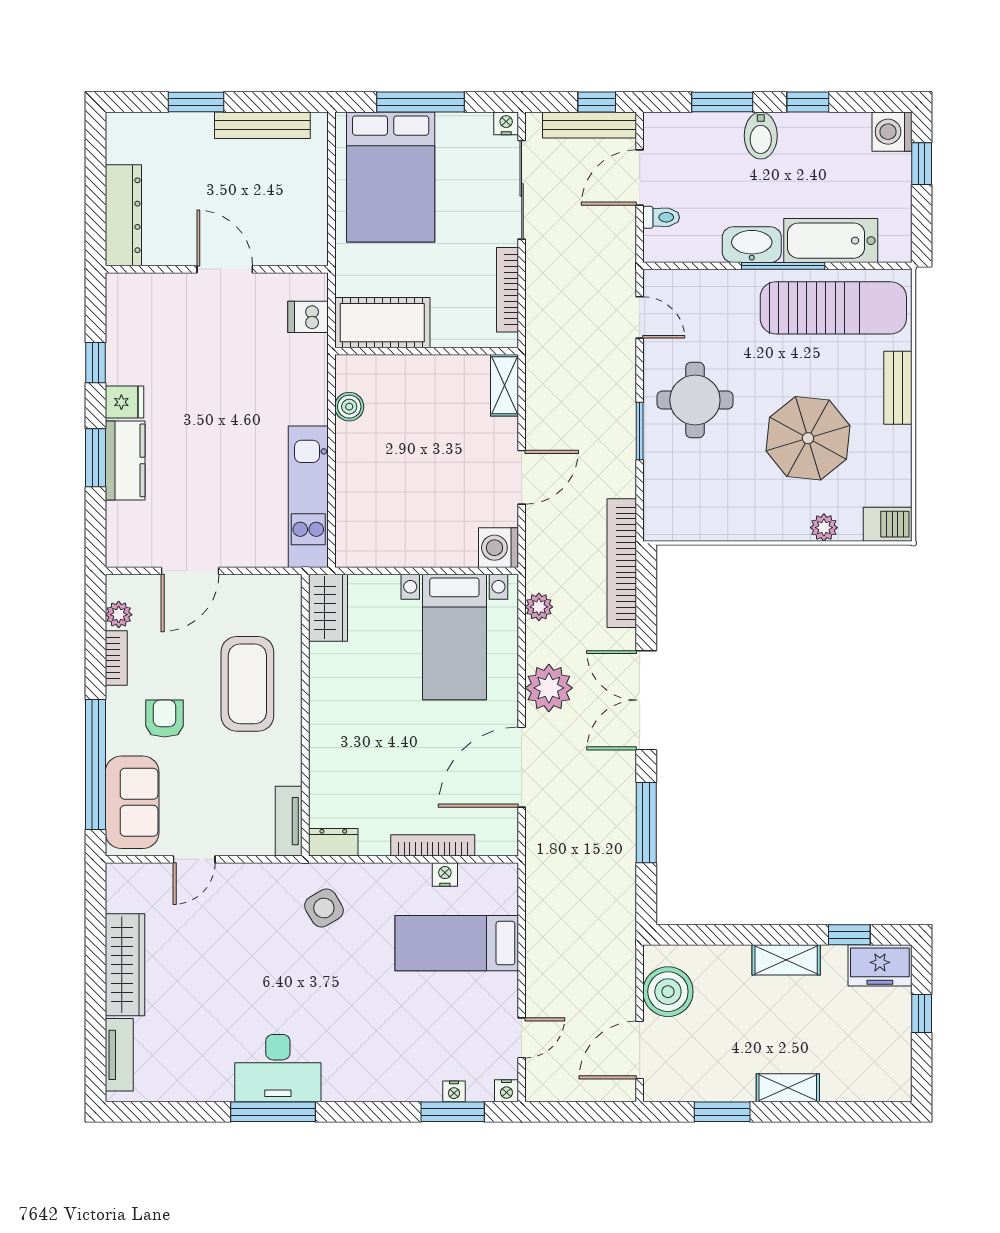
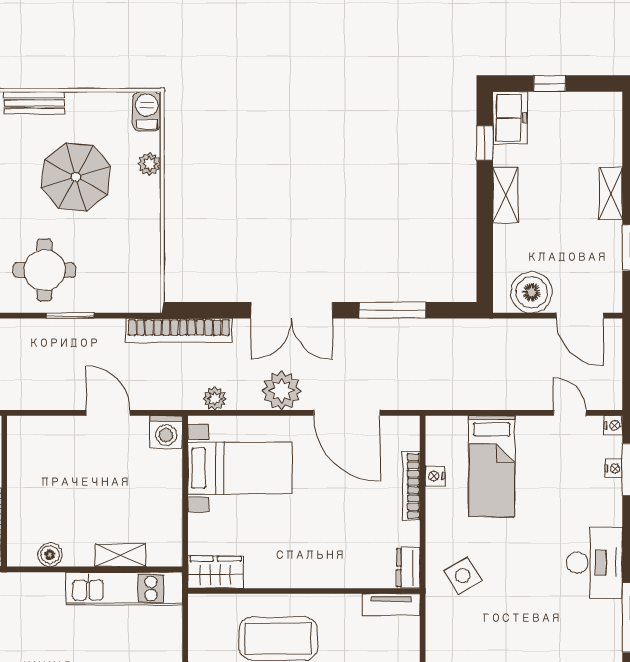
shelving: (504, 385) -> (120, 555), moved
desk: (278, 1068) -> (595, 563), moved

